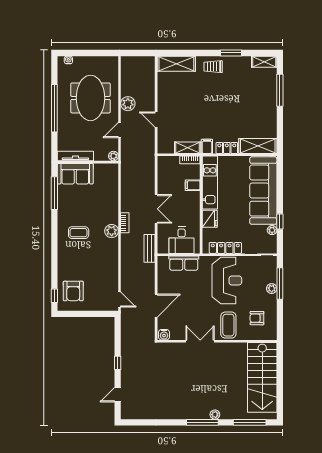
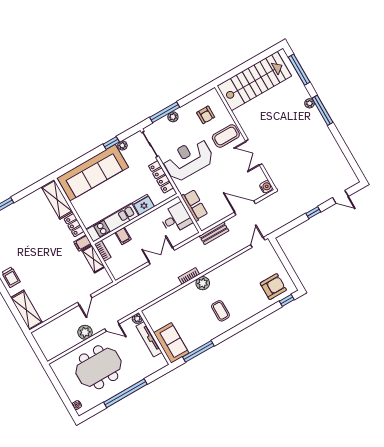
tv unit: (75, 156) -> (149, 339), moved
bench: (149, 248) -> (214, 233), moved

